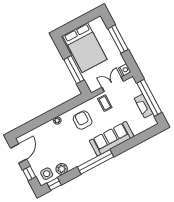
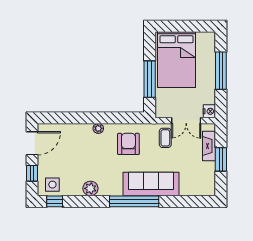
double door: (113, 84) -> (186, 121), swing flipped
window: (149, 98) -> (221, 159), width x0.47
fireplace: (144, 106) -> (209, 146), moved
window: (96, 162) -> (134, 201), moved
plant: (62, 169) -> (90, 188), moved

